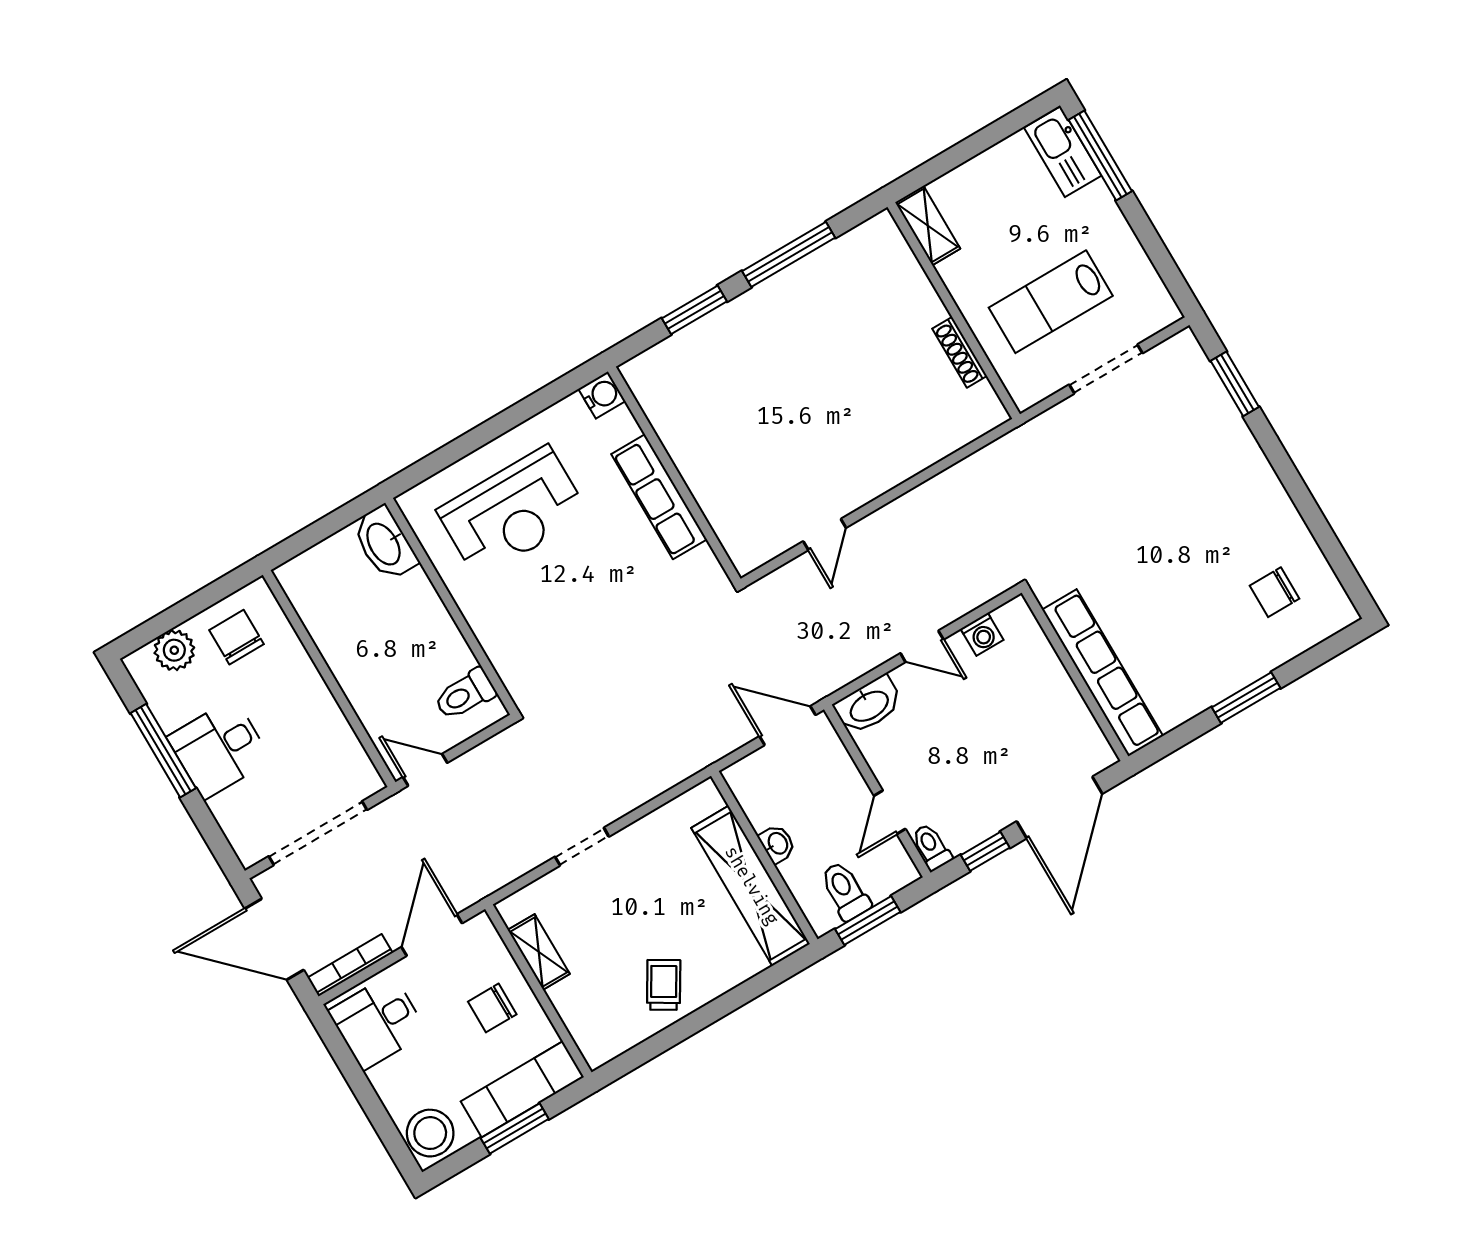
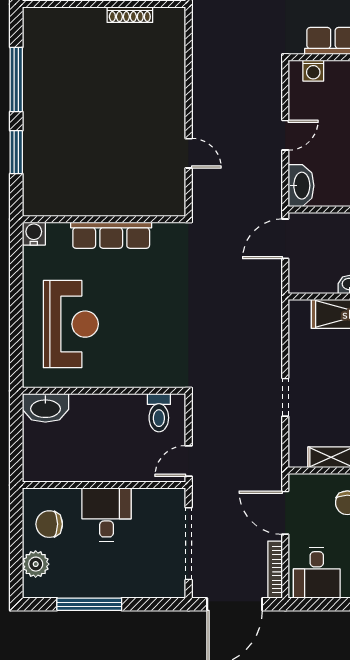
washing machine: (982, 634) -> (313, 71), moved, turned 90
desk: (219, 749) -> (107, 515), moved, turned 180

